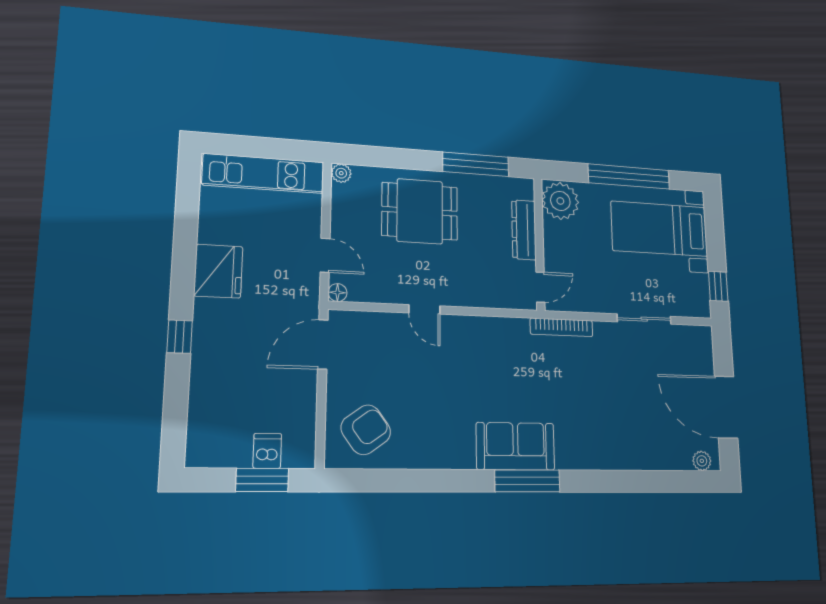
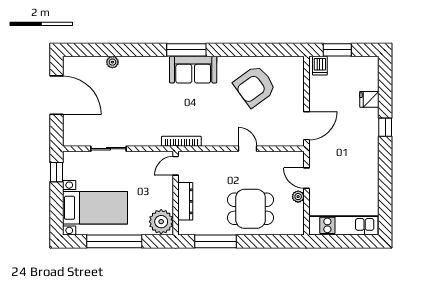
plant: (341, 173) -> (298, 197), moved
fridge: (218, 271) -> (369, 99), moved, width x0.53, depth x0.75
floor lamp: (337, 293) -> (299, 156), removed
bookcase: (562, 327) -> (181, 141), moved
armchair: (366, 430) -> (255, 86), moved, width x1.36, depth x1.36
dishwasher: (267, 451) -> (320, 66), moved
plant: (702, 461) -> (112, 62), moved

